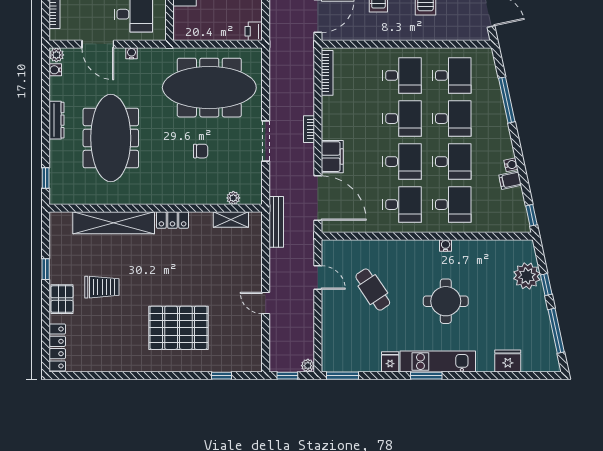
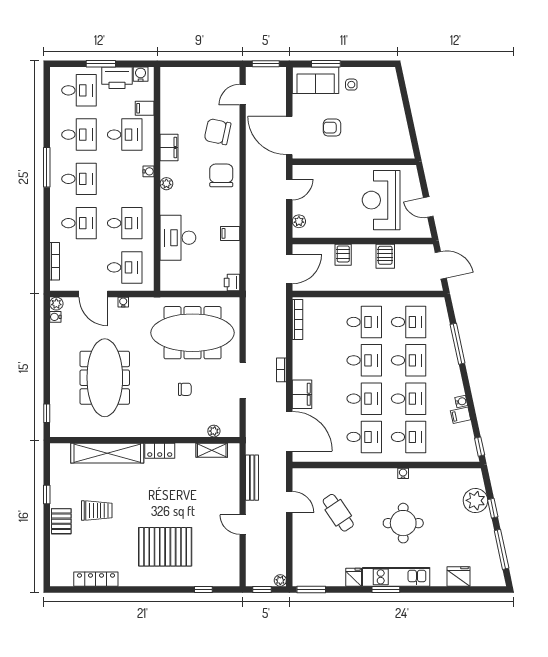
dresser: (56, 120) -> (56, 362), removed
bench: (276, 222) -> (252, 478), moved
locker: (57, 347) -> (96, 579), moved, turned -90

